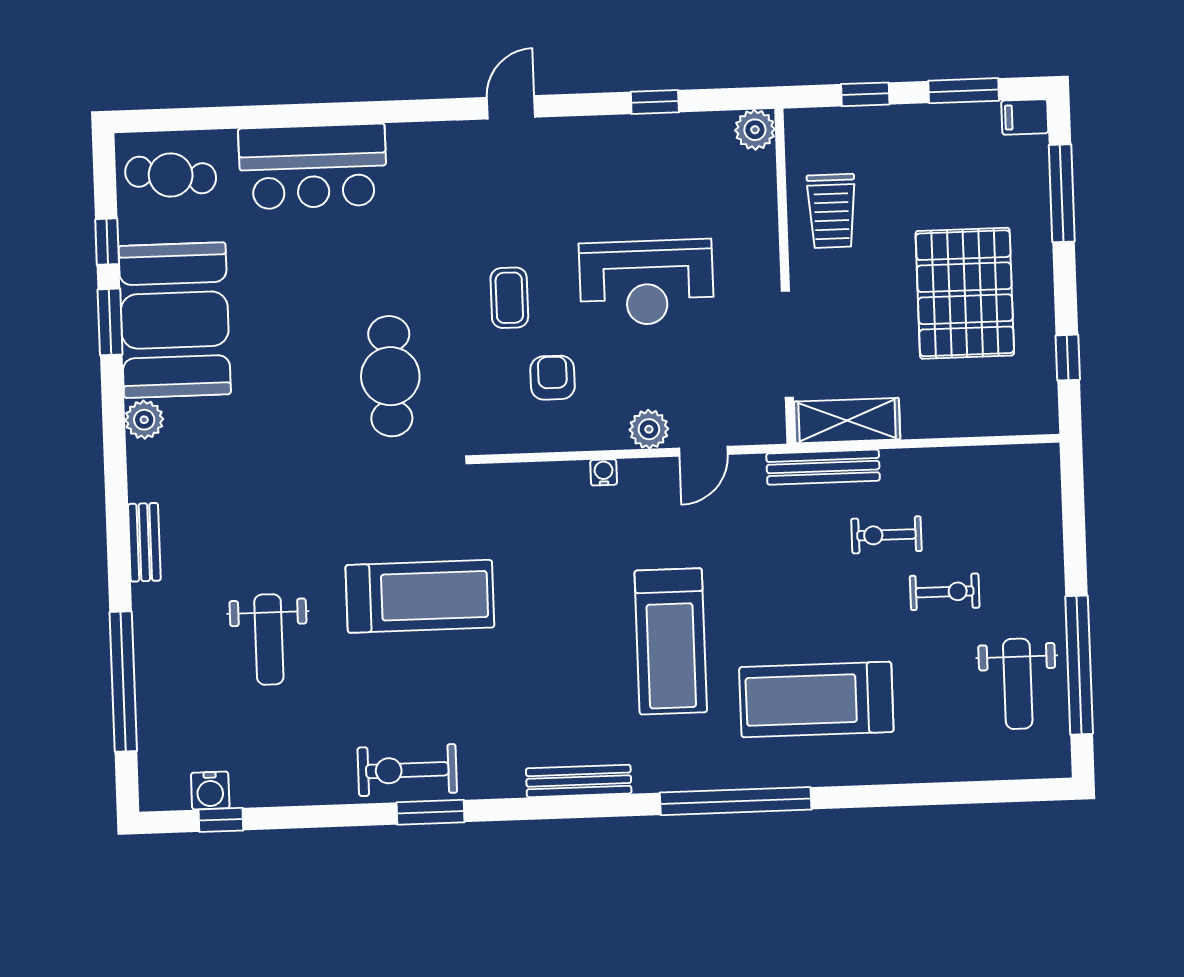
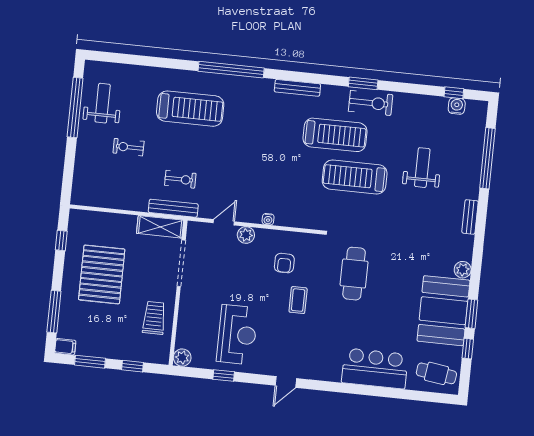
reception desk: (646, 283) -> (237, 335), moved, turned 90
exercise bike: (886, 535) -> (180, 179), moved
treadmill: (671, 641) -> (335, 135), moved, turned 90

